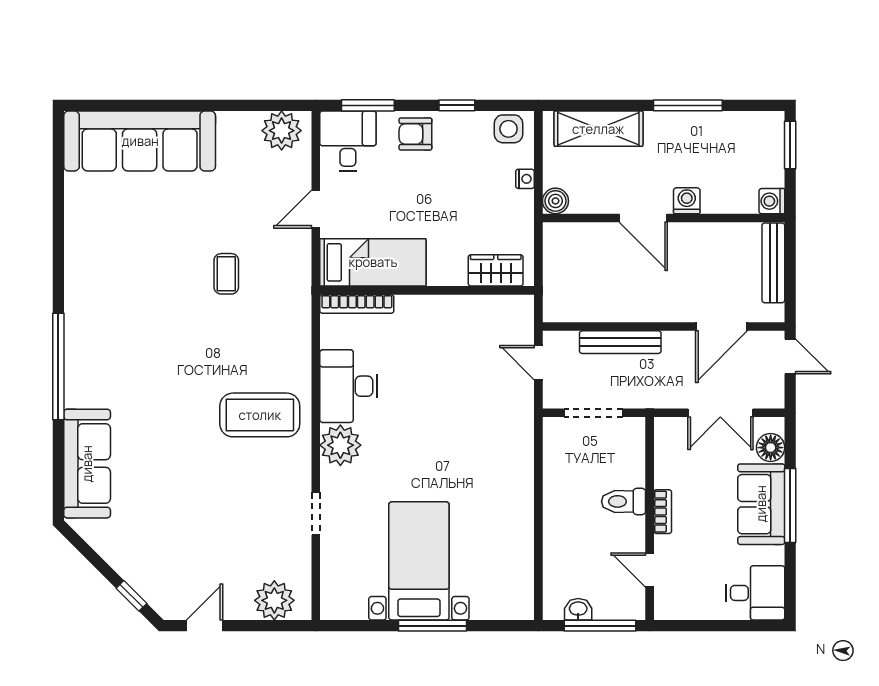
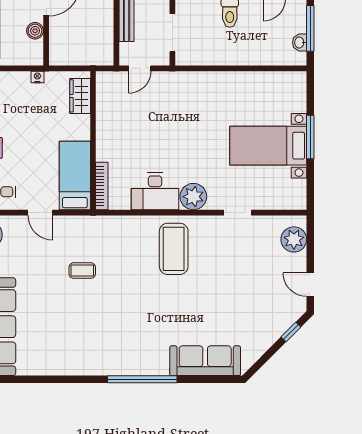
nightstand: (525, 179) -> (37, 77), moved
boiler: (555, 201) -> (35, 31), moved

